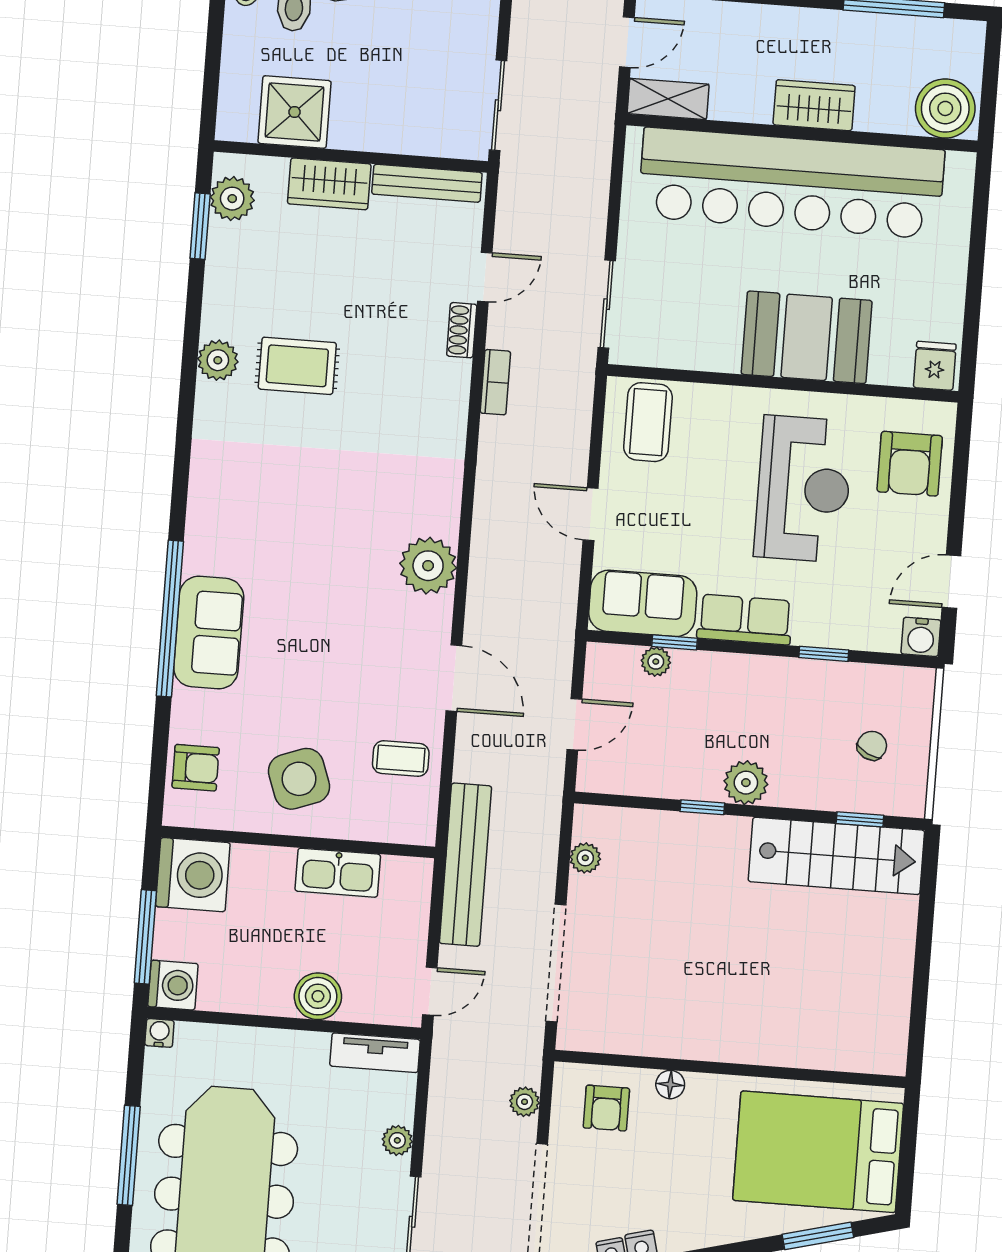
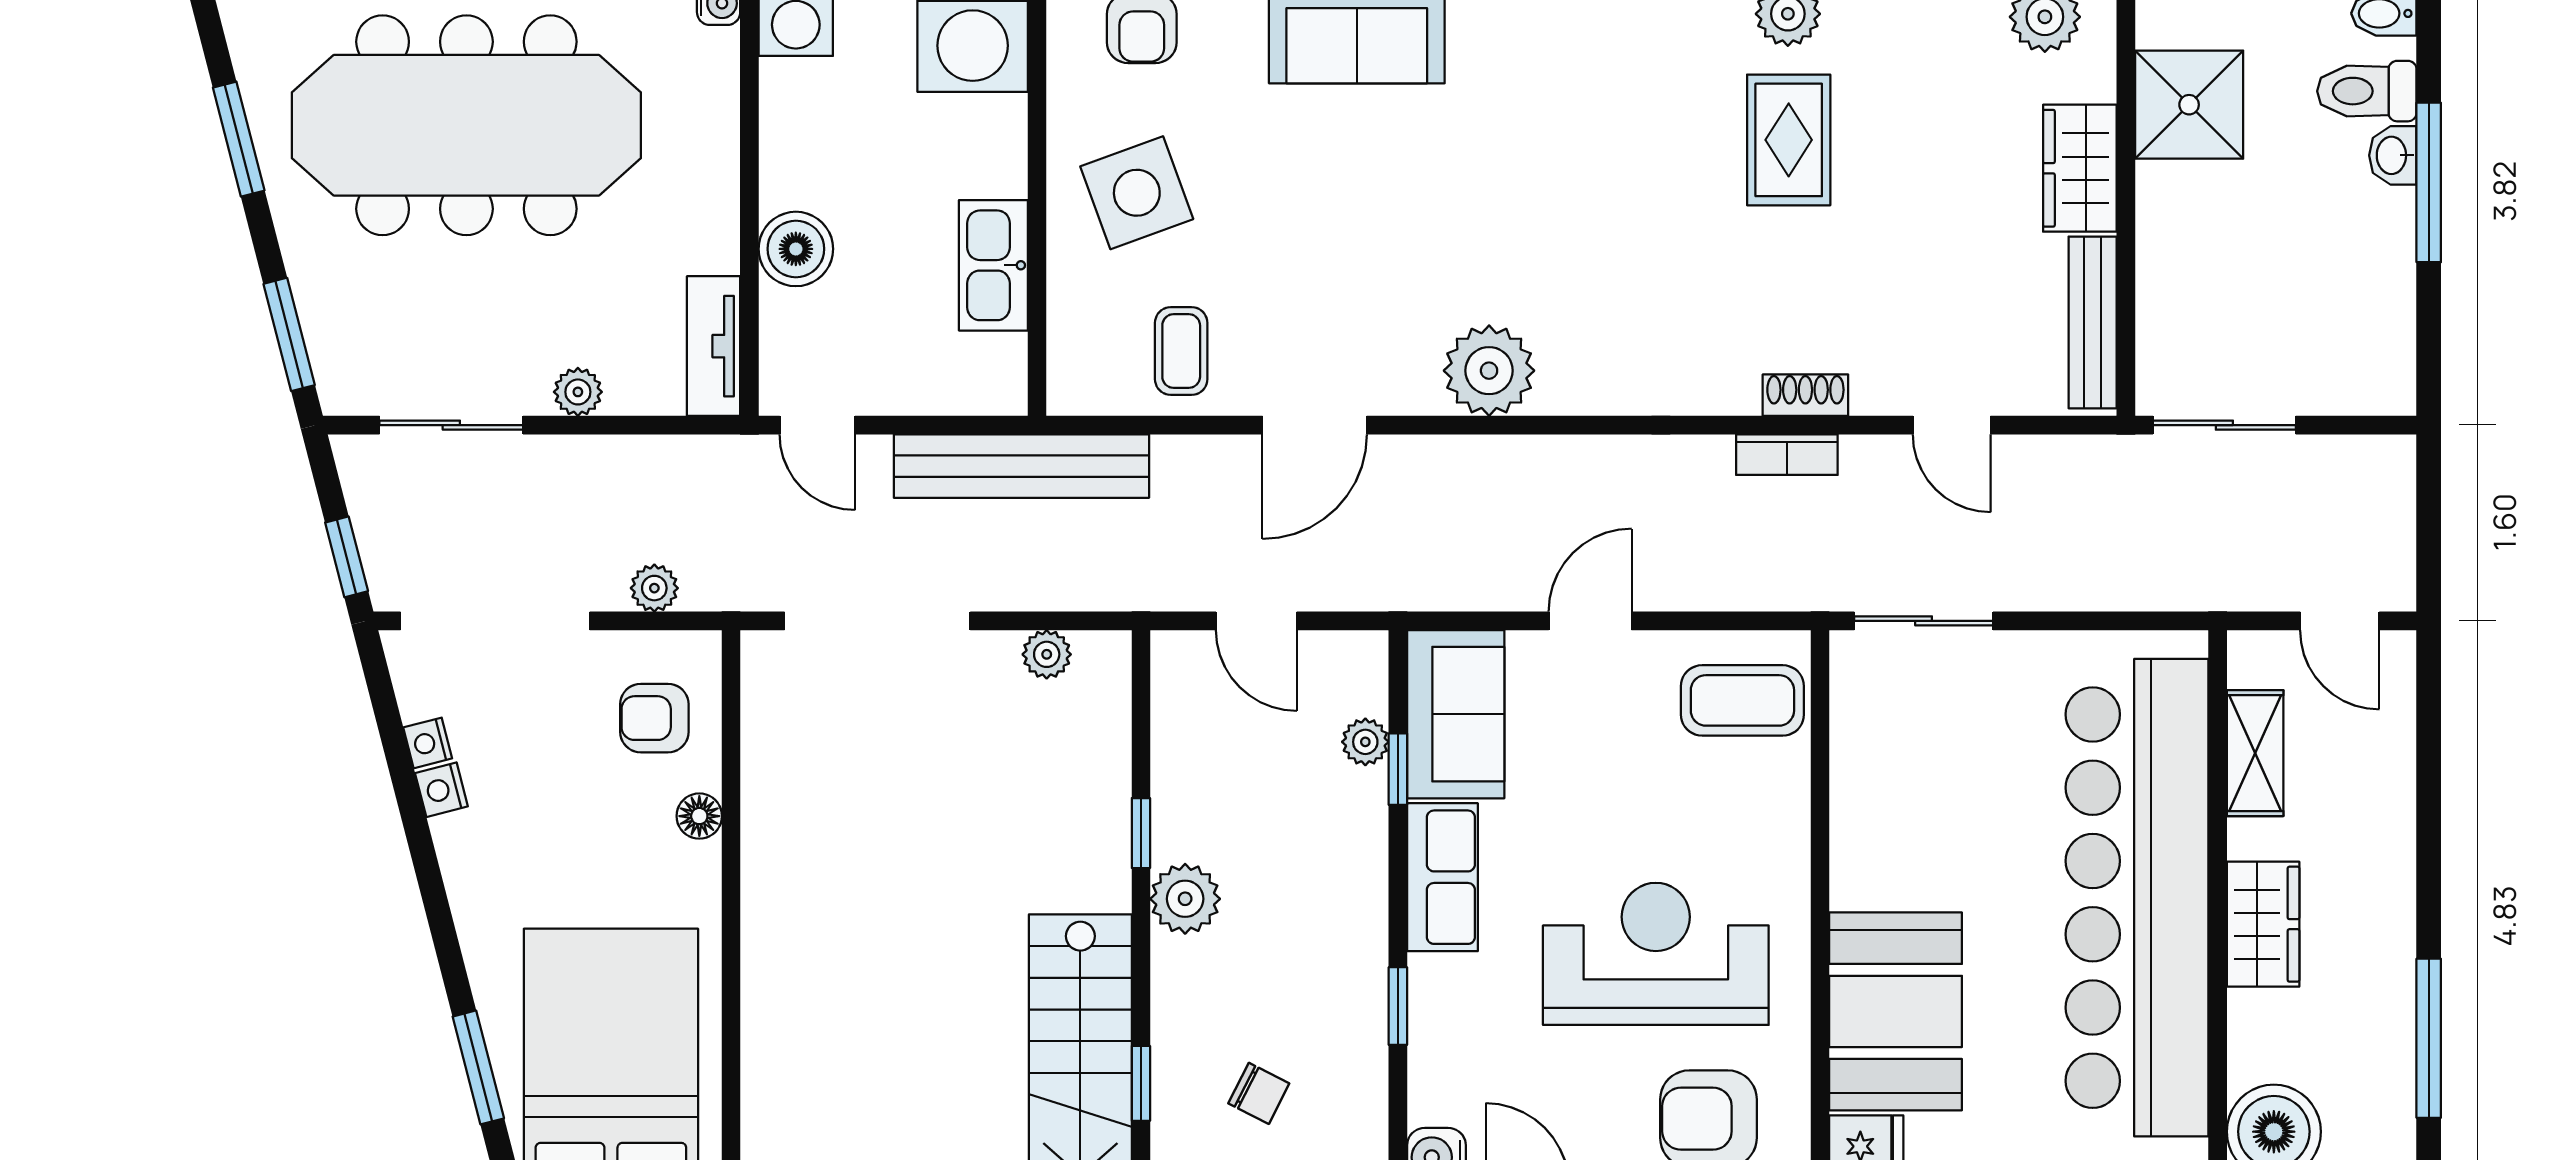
shelving: (668, 99) -> (2255, 753), moved
shoe rack: (462, 330) -> (1805, 395), moved
booth: (807, 337) -> (1896, 1011), moved
reception desk: (803, 489) -> (1656, 954), turned 180

